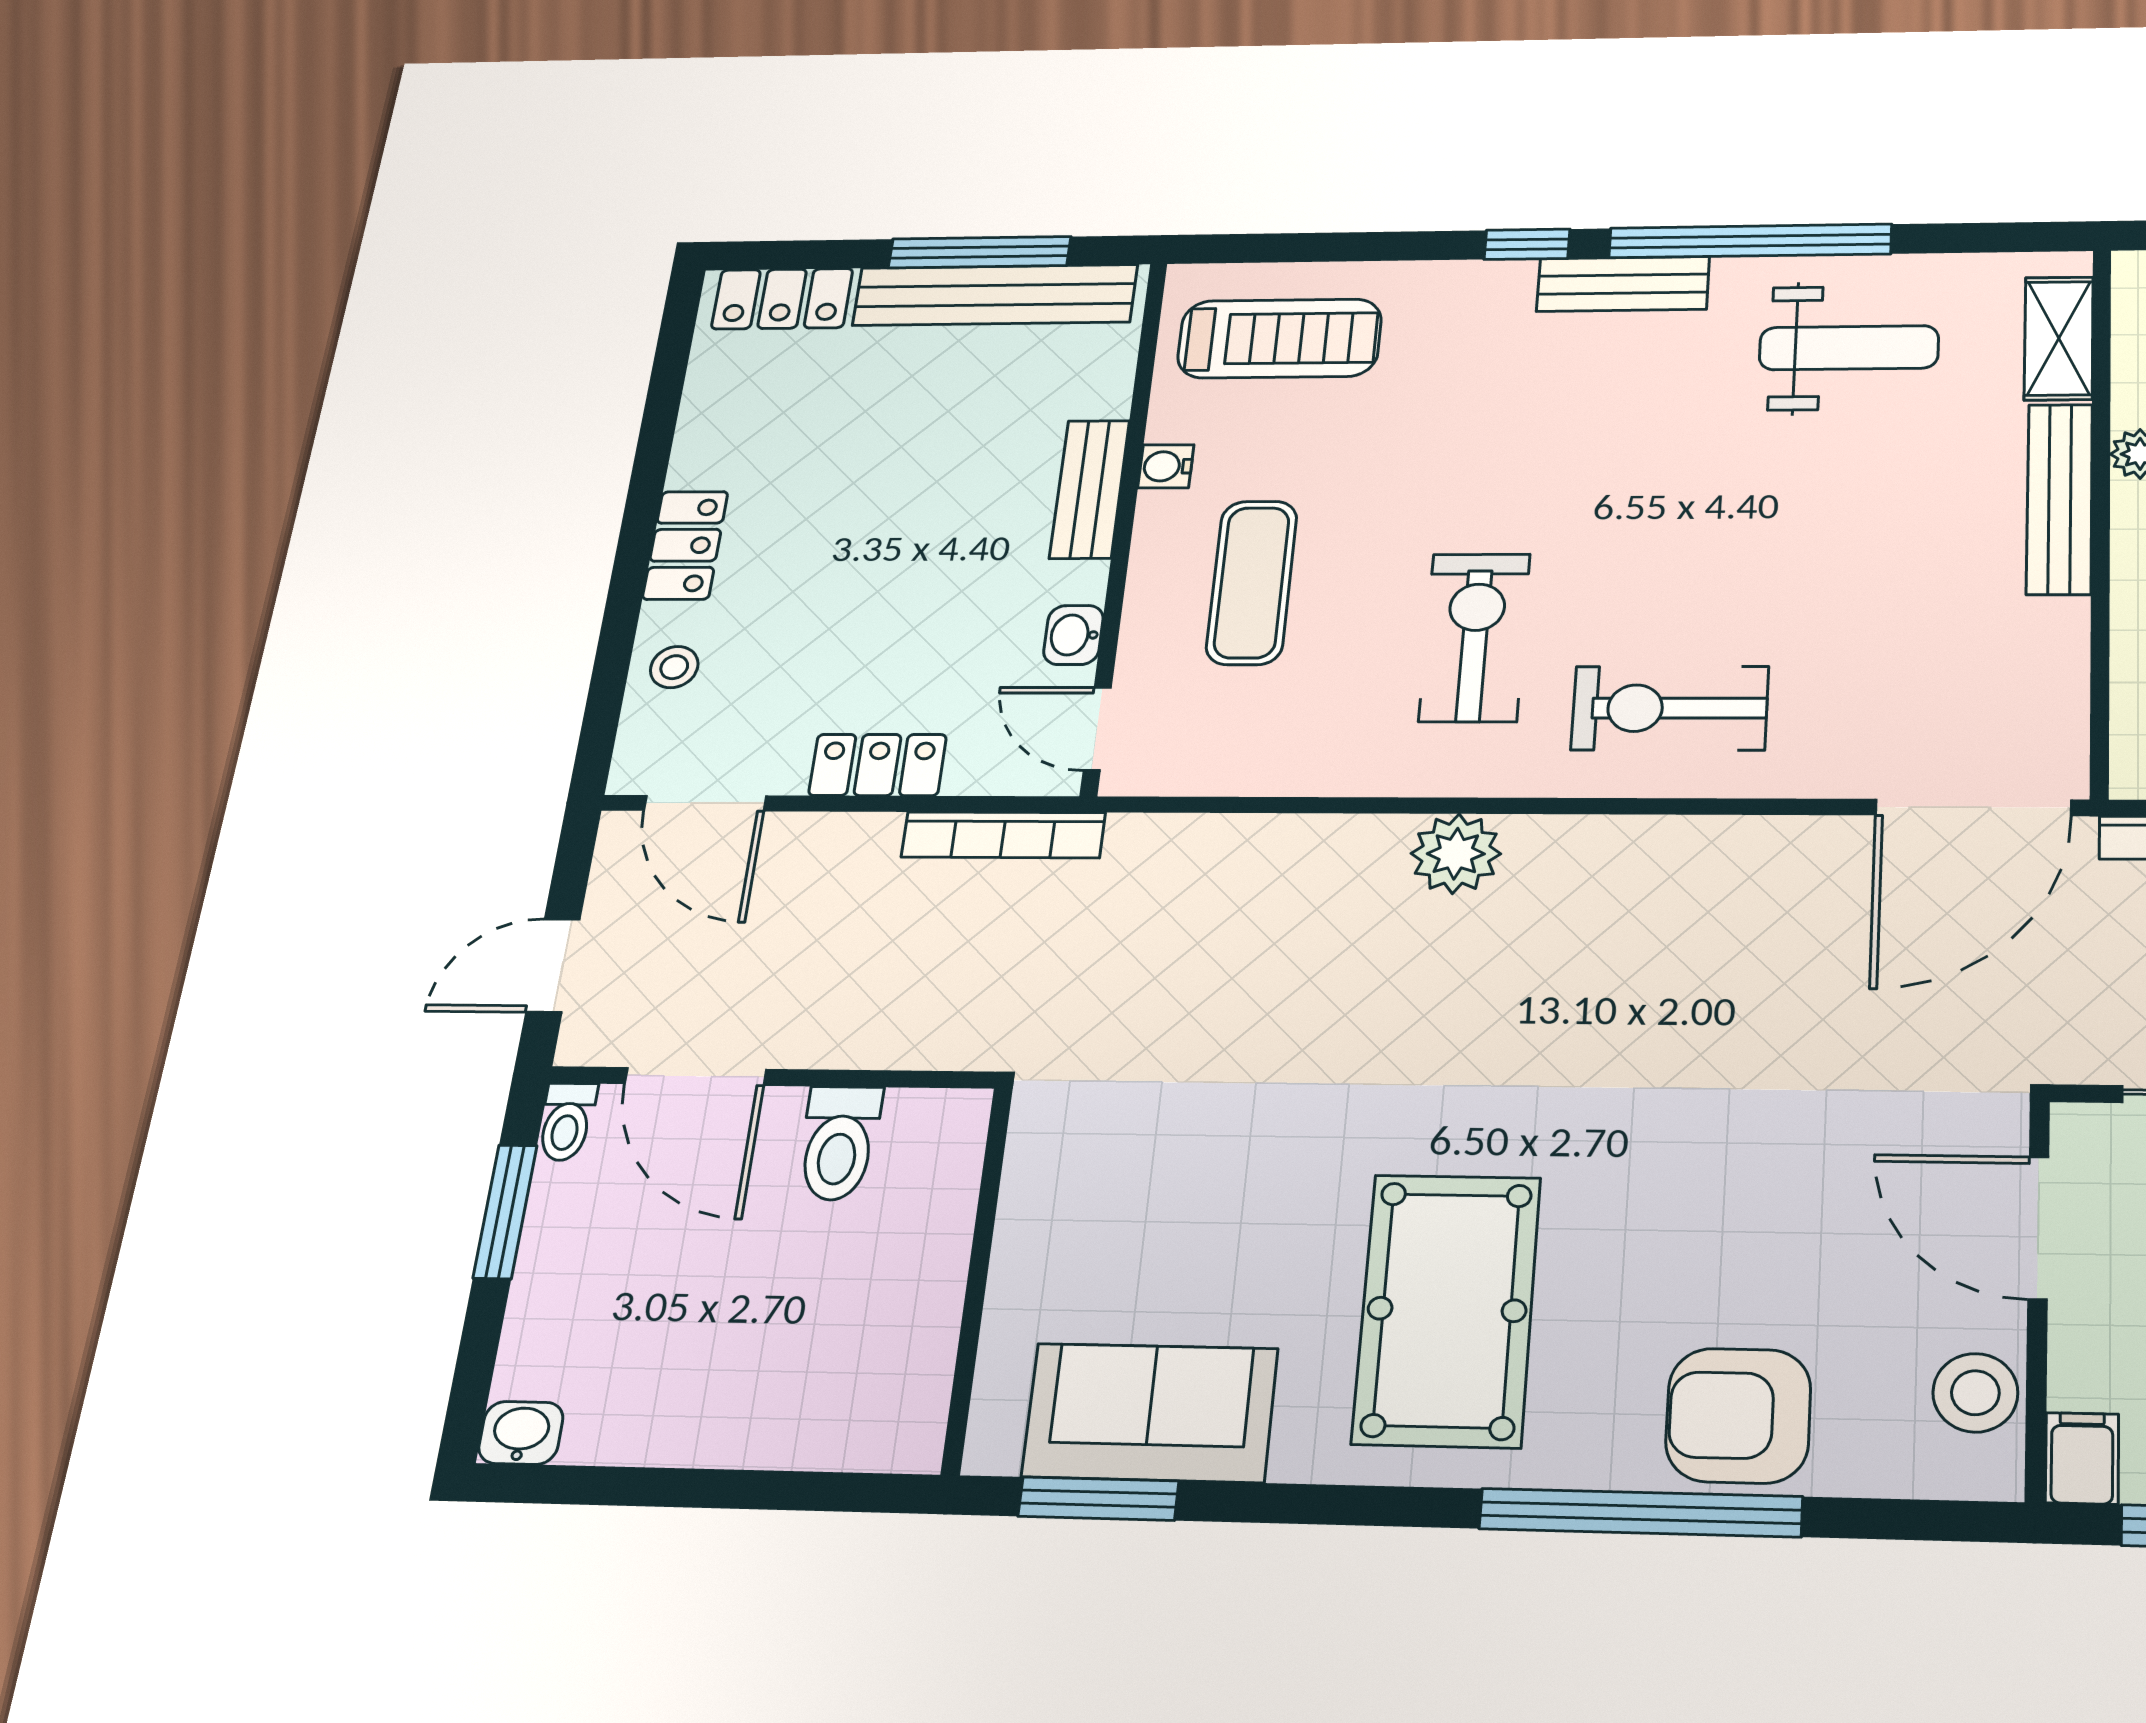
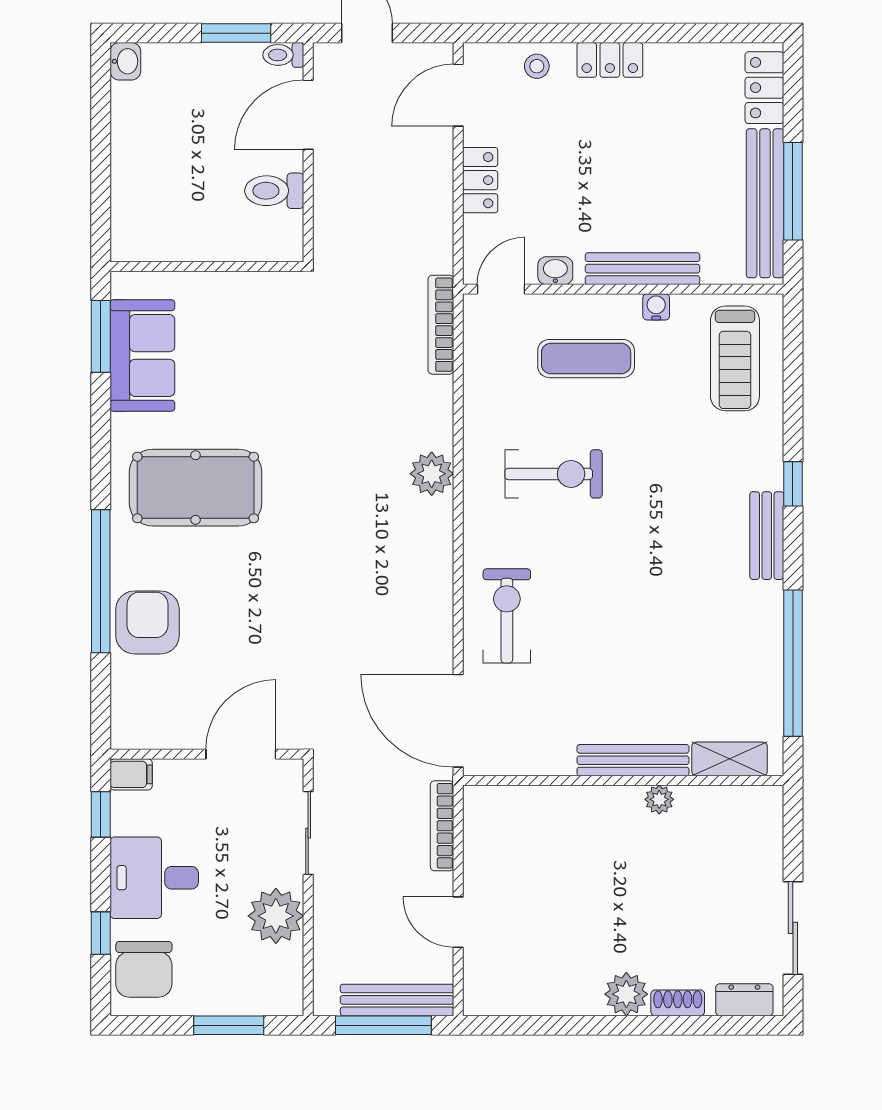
window: (1750, 241) -> (793, 663), moved
weight bench: (1849, 348) -> (725, 653), removed
bench: (1090, 489) -> (643, 269), width x1.36
exercise bike: (1670, 708) -> (507, 616), moved
bookcase: (1003, 835) -> (441, 325), moved
stool: (1975, 1393) -> (161, 727), removed

